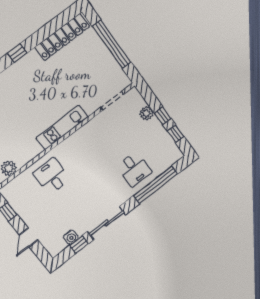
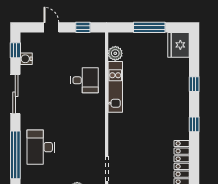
kitchen unit: (62, 128) -> (115, 87), moved
desk: (134, 169) -> (41, 147), width x1.37
window: (79, 244) -> (15, 50), moved

